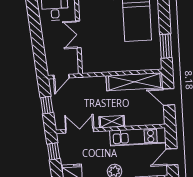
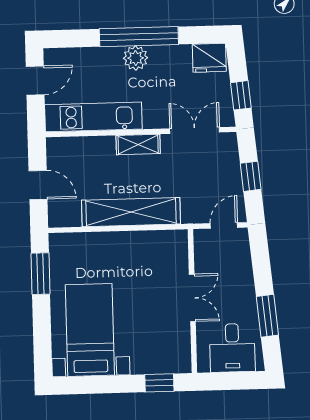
window: (35, 25) -> (267, 316), added
shelving: (135, 82) -> (131, 212), moved
double door: (80, 131) -> (195, 130), swing flipped

